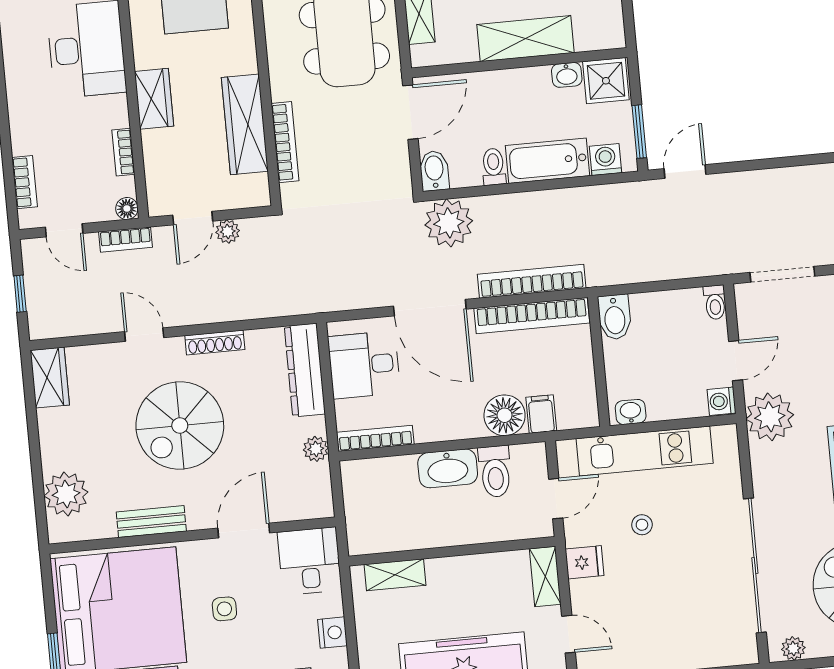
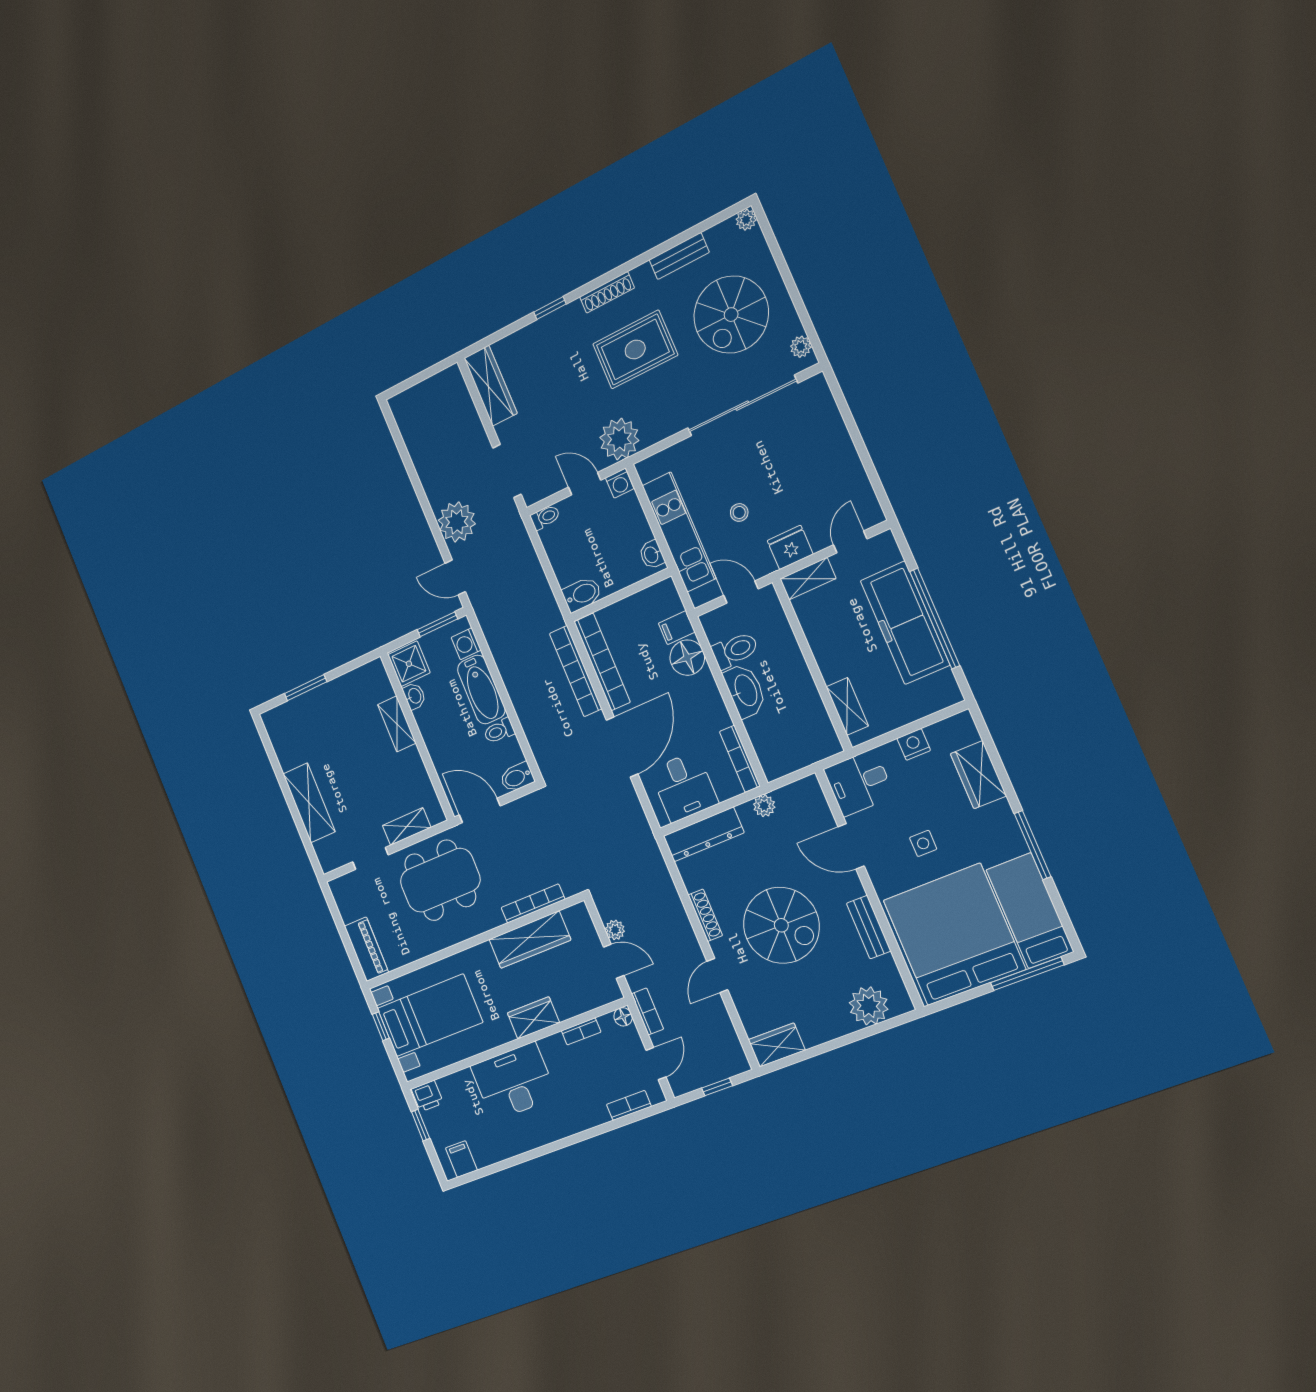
shelving: (526, 39) -> (397, 724), width x0.67, depth x0.75
plant: (449, 223) -> (457, 522), moved
fridge: (585, 562) -> (790, 547), width x1.38

